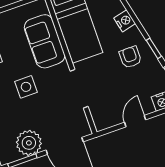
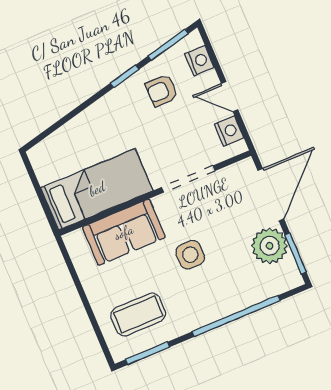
nightstand: (125, 21) -> (229, 131), moved, turned 103
armchair: (130, 57) -> (162, 91), moved

